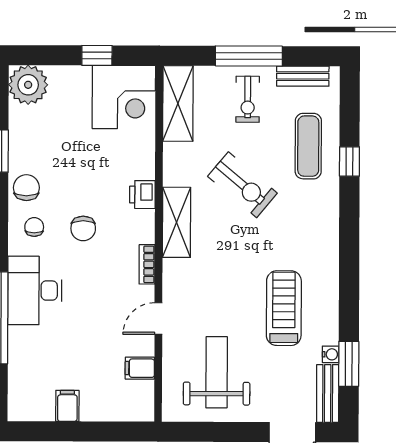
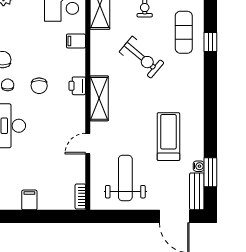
printer: (142, 195) -> (77, 86), moved
shelving: (176, 222) -> (99, 98), moved
bookcase: (147, 264) -> (80, 197), moved
filing cabinet: (140, 368) -> (76, 41), moved

